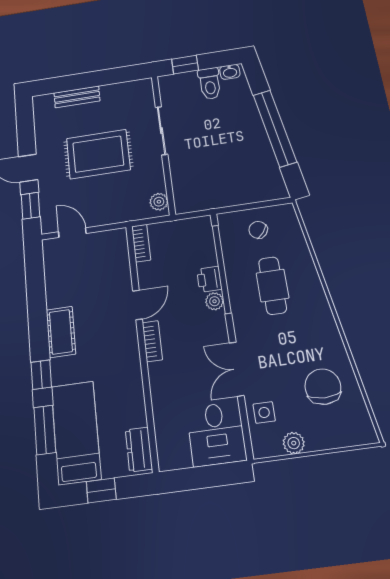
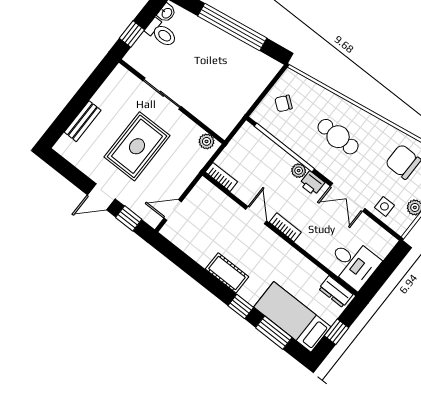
printer: (209, 279) -> (312, 183), moved
cafe table: (273, 286) -> (338, 137), moved
desk: (216, 434) -> (353, 263), moved

